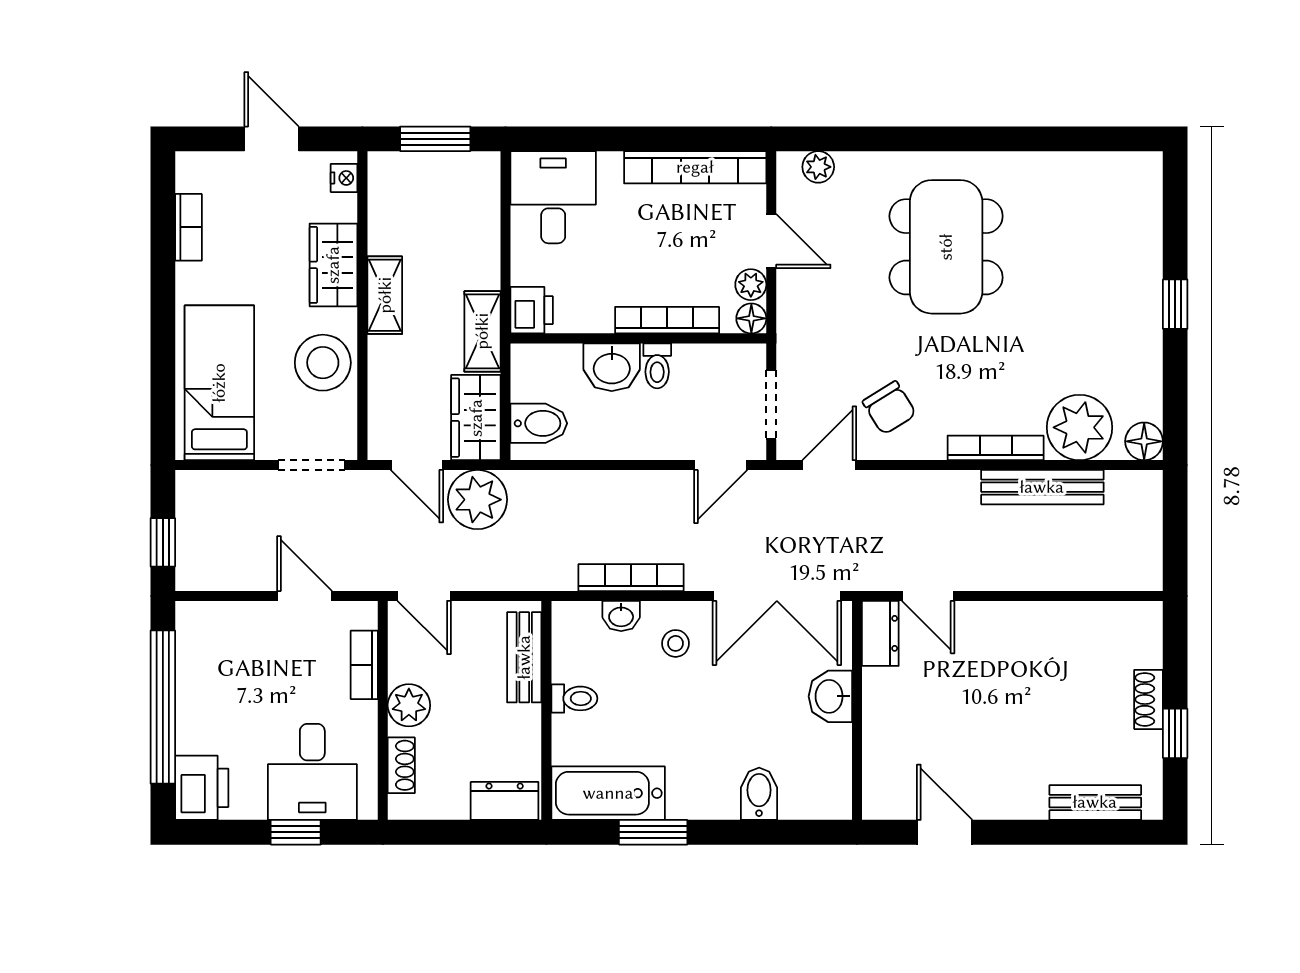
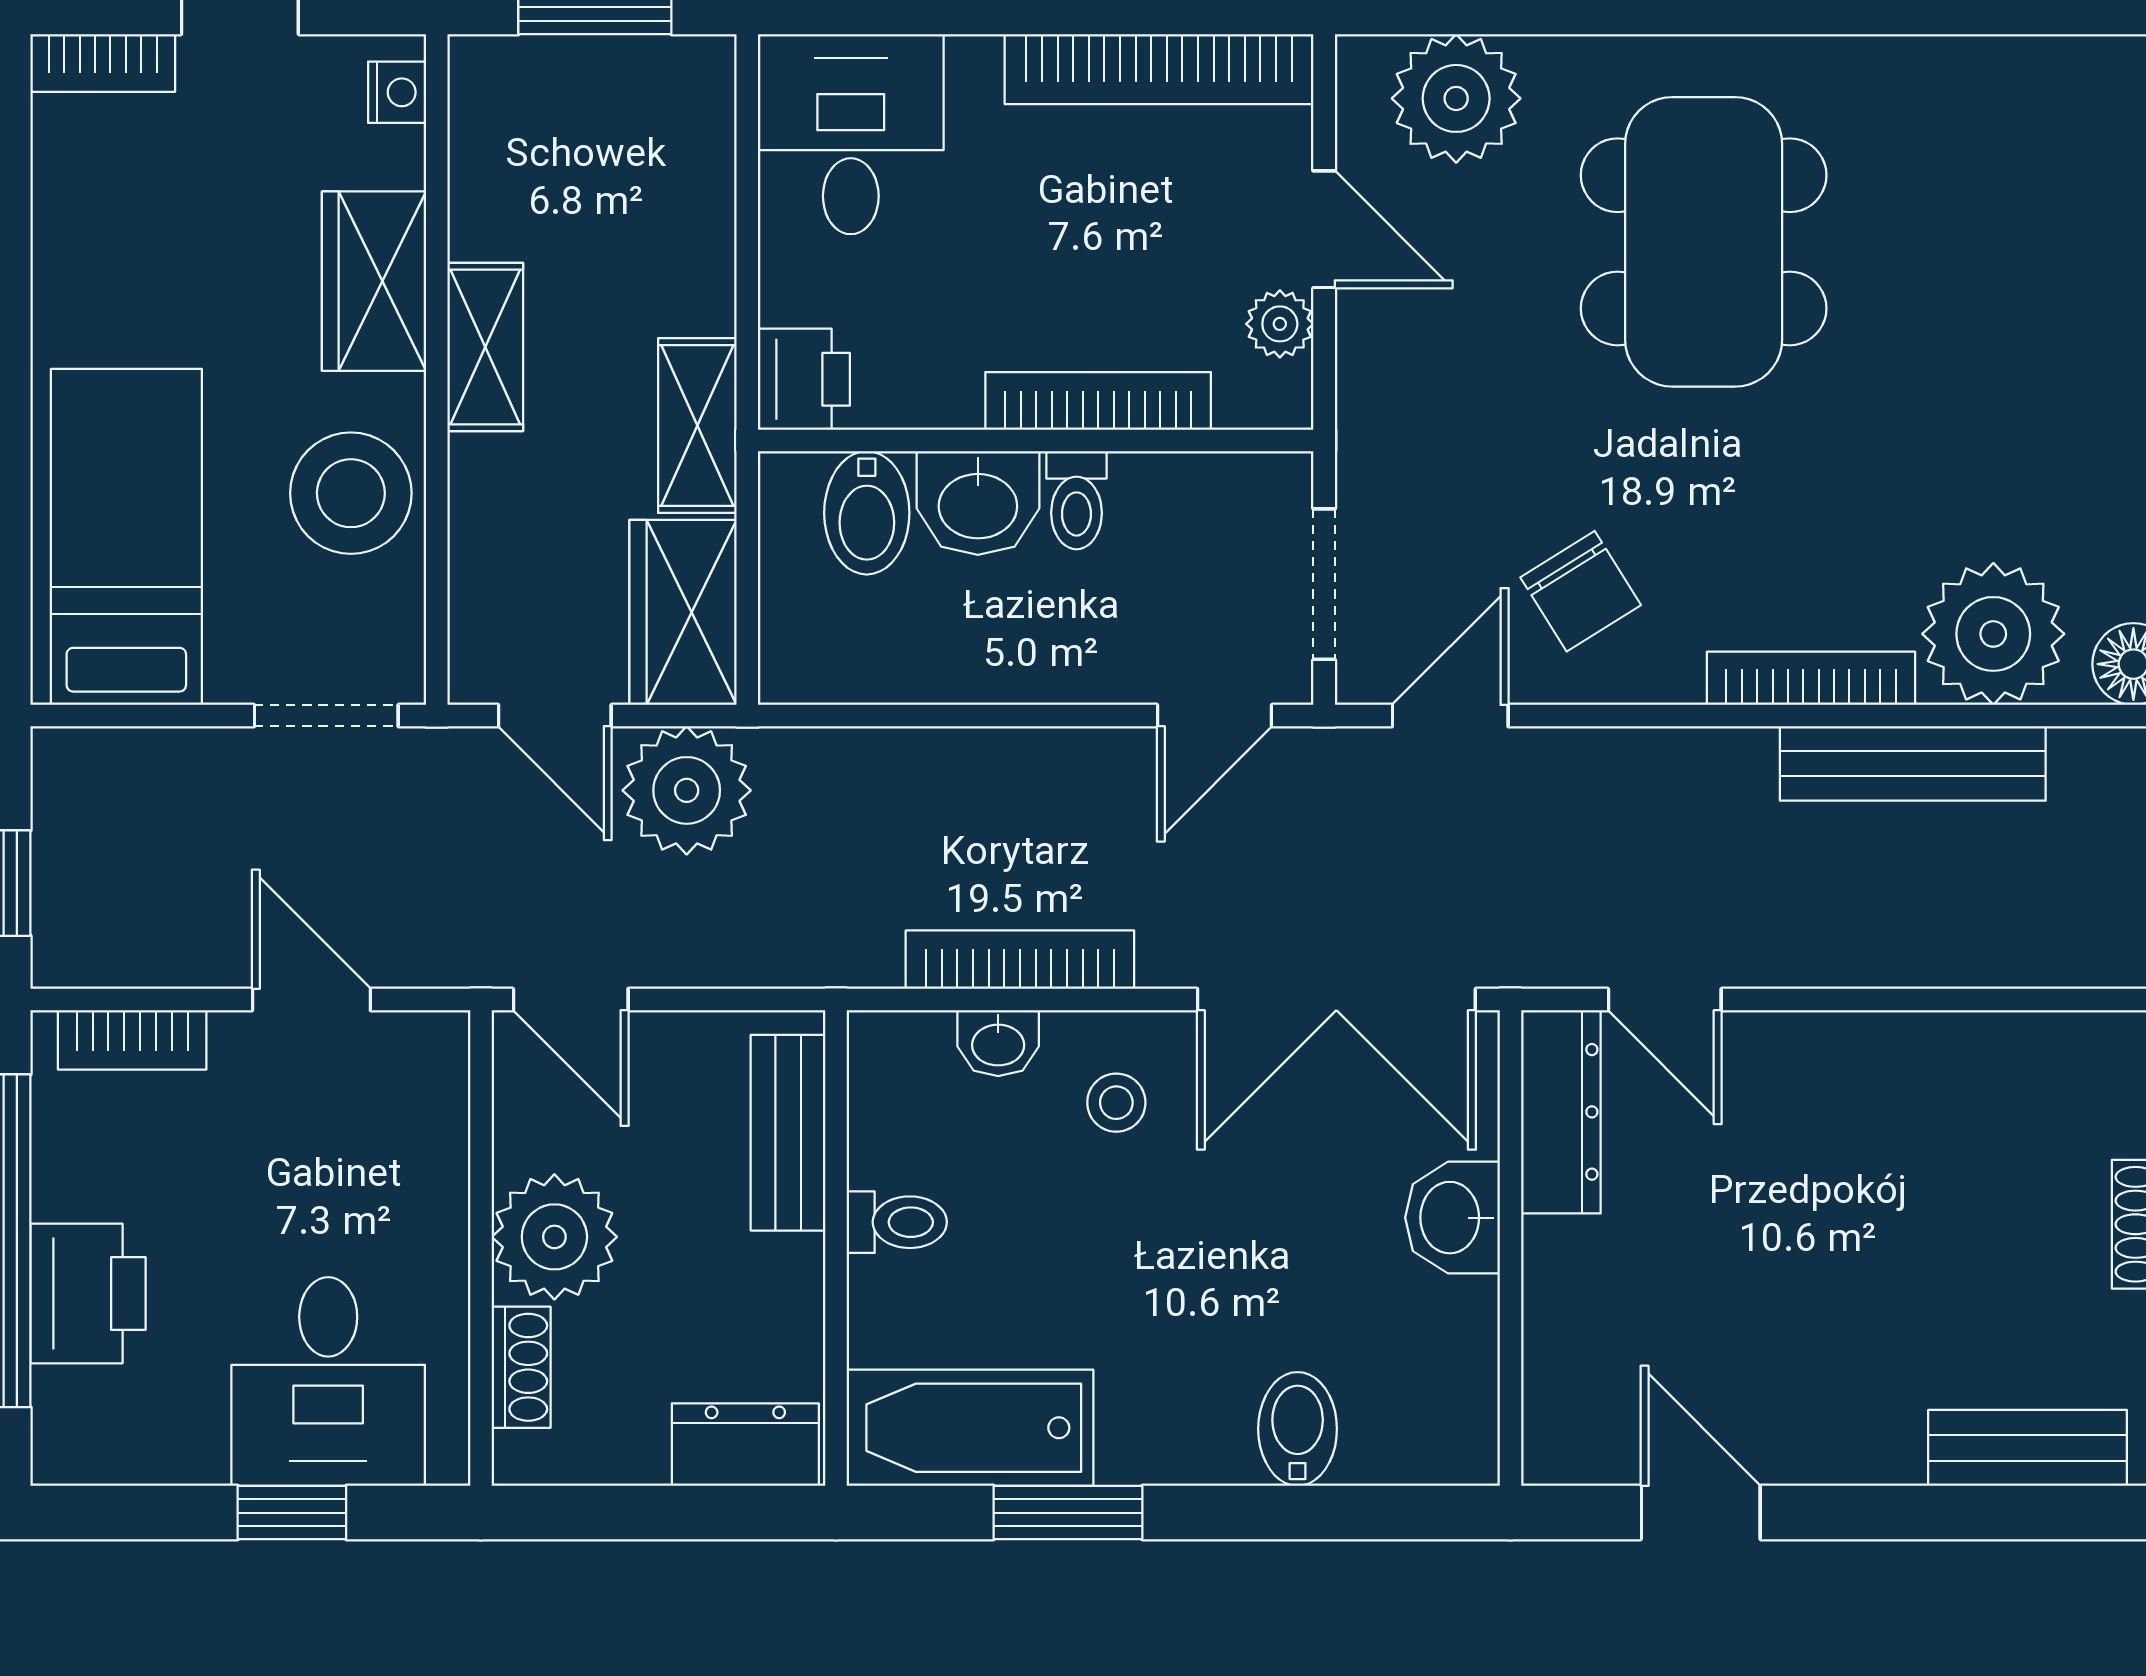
plant: (818, 167) -> (1456, 98), width x1.88, depth x1.88
bookcase: (188, 227) -> (103, 63), moved, turned 90
floor lamp: (751, 318) -> (1281, 397), removed
bidet: (539, 423) -> (867, 513), moved, turned 90
dresser: (880, 633) -> (1561, 1112), width x1.44
bookcase: (364, 665) -> (132, 1040), moved, turned -90
plant: (409, 705) -> (554, 1237), width x1.36, depth x1.36
printer: (202, 788) -> (88, 1293), moved

